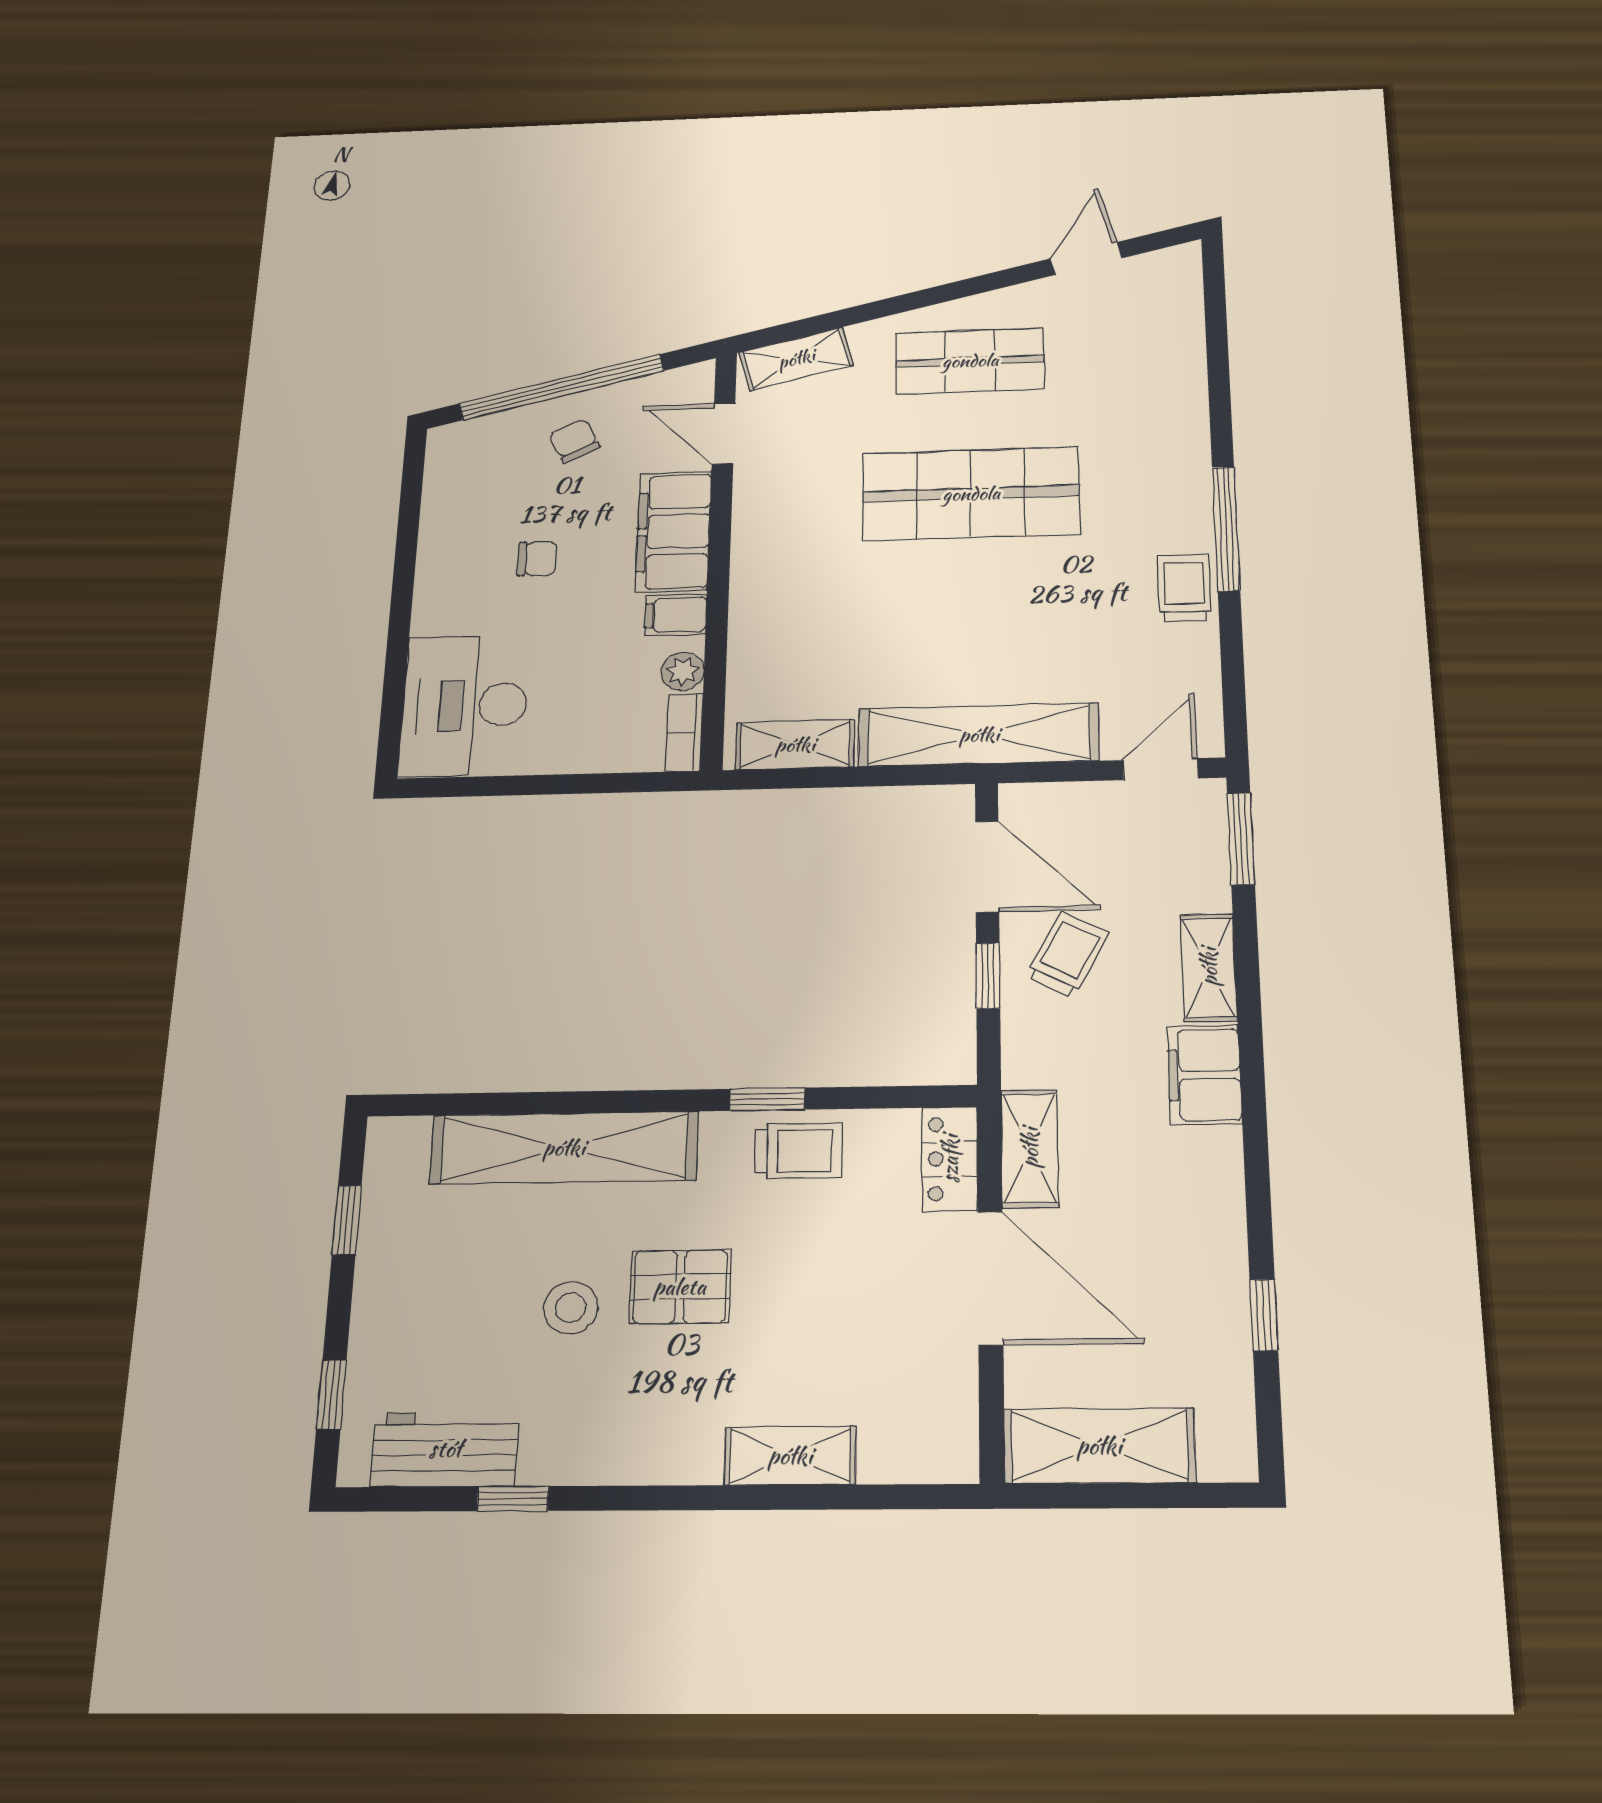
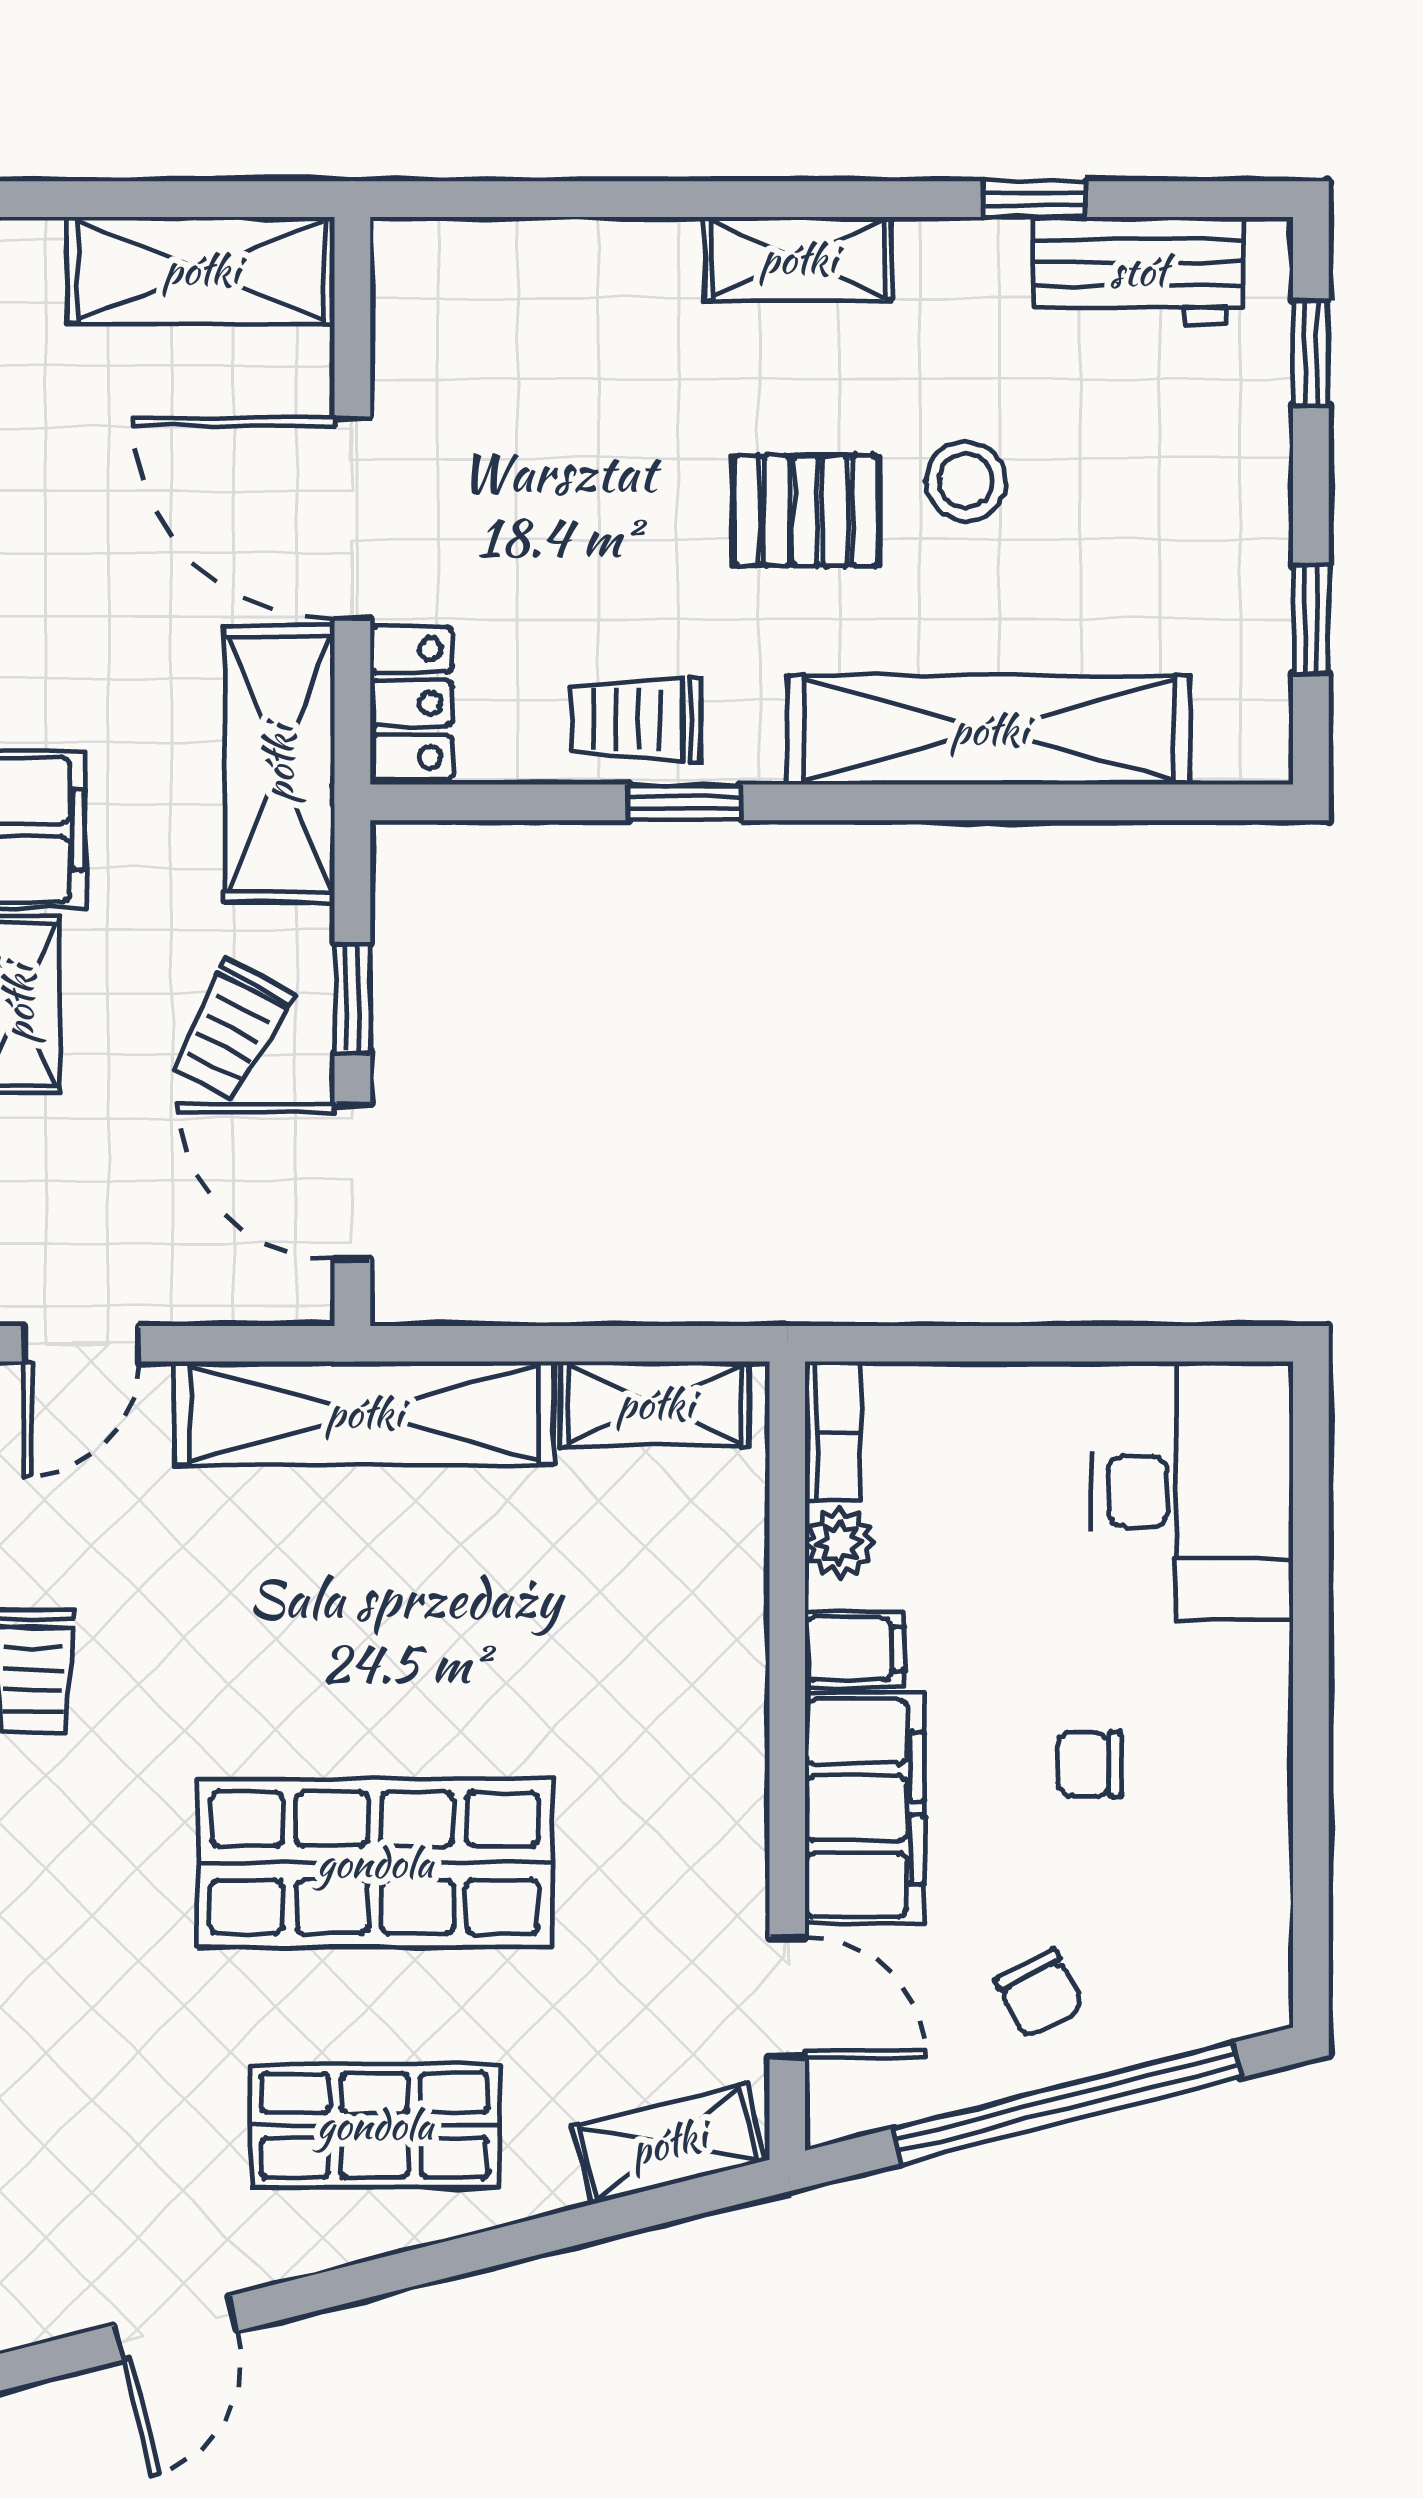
shelving: (1030, 1148) -> (279, 764), width x1.50, depth x1.33
shelving: (790, 1456) -> (798, 259), moved

